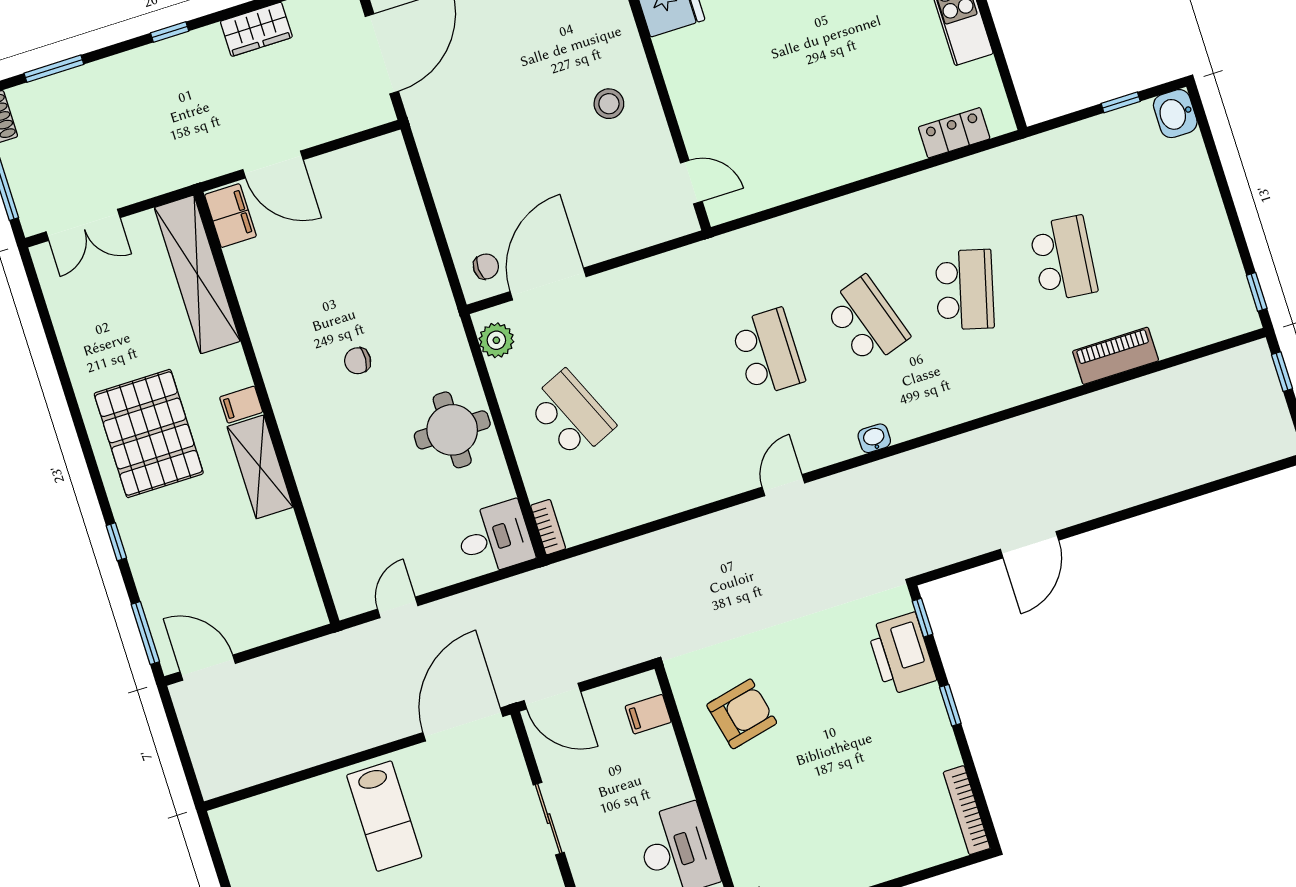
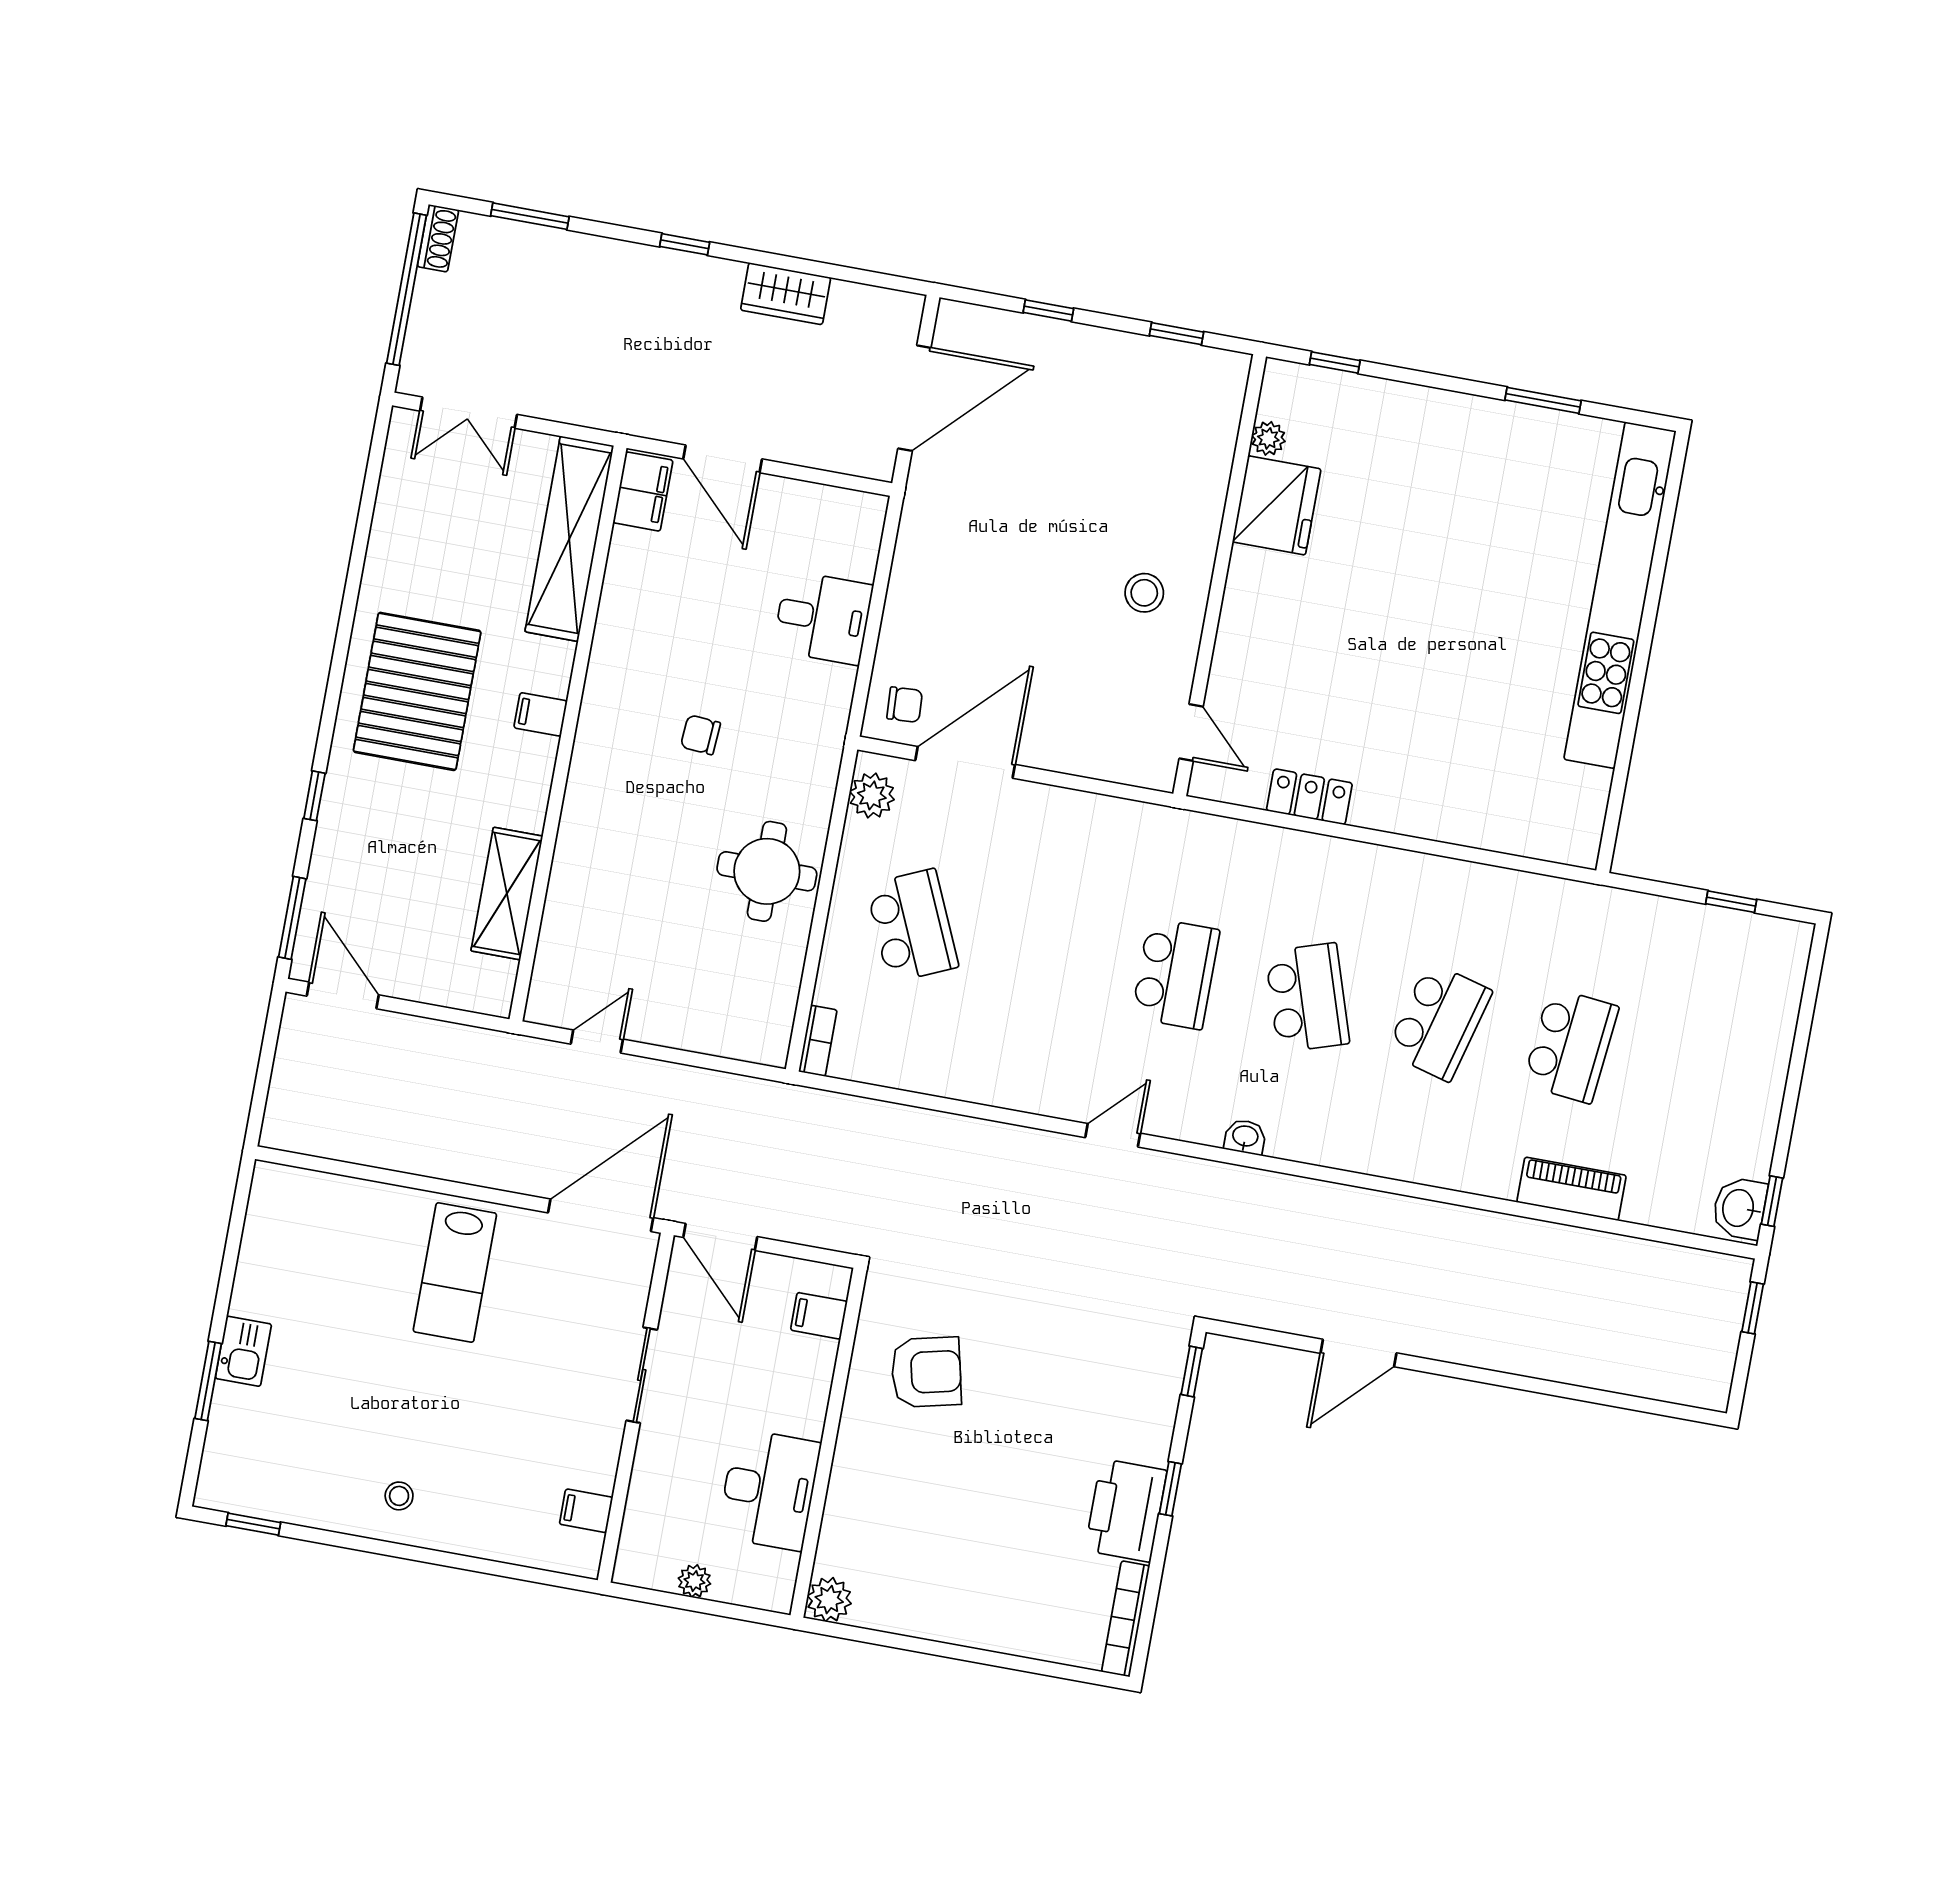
washbasin: (1175, 114) -> (1739, 1208), moved
locker: (954, 133) -> (1309, 797), moved
shelving: (260, 467) -> (507, 894), moved
desk: (494, 538) -> (823, 618), moved
printer: (902, 654) -> (1126, 1510), moved

